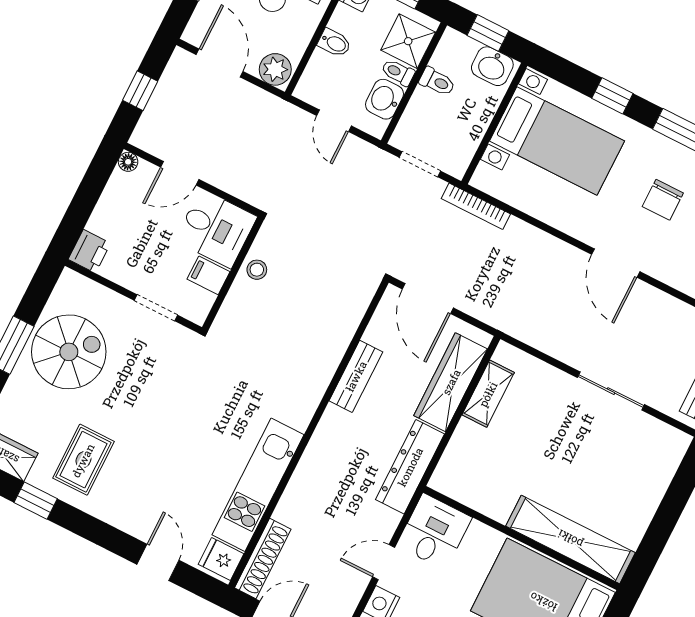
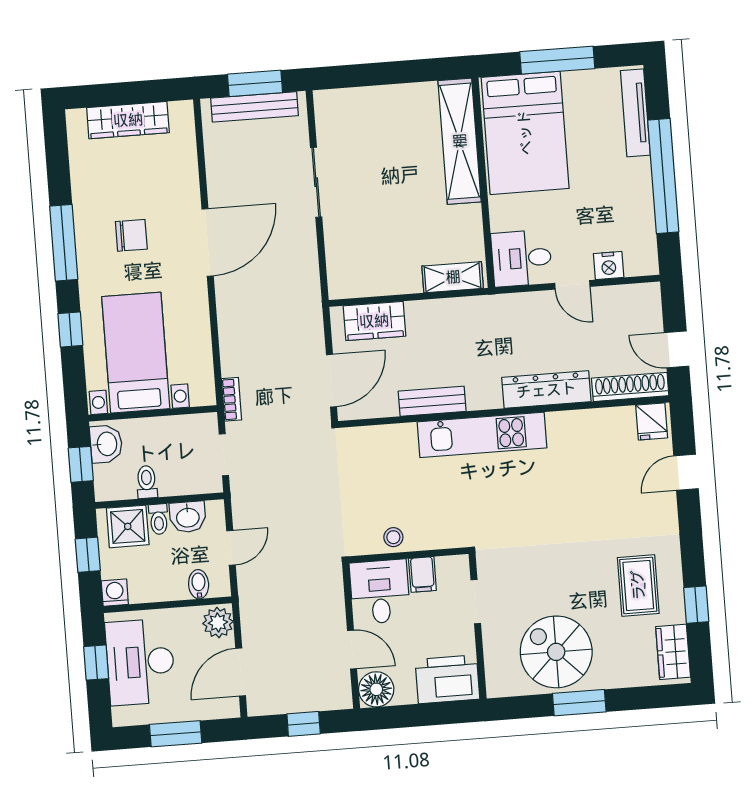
bidet: (334, 43) -> (199, 584), moved
floor lamp: (128, 162) -> (376, 689), width x1.89, depth x1.89
bookcase: (476, 206) -> (232, 399), width x0.64
printer: (89, 251) -> (447, 679), width x1.87, depth x1.48
door: (616, 263) -> (208, 243), width x1.36
wardrobe: (451, 382) -> (374, 321), width x0.67
shelving: (488, 394) -> (453, 277), moved
rug: (83, 460) -> (638, 585), turned 90
dresser: (410, 467) -> (546, 390), moved, turned 180
kitchen unit: (258, 485) -> (482, 435), moved

